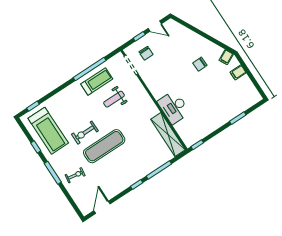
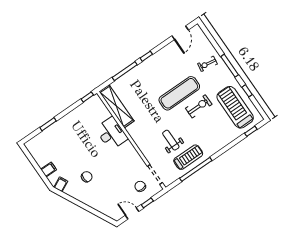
treadmill: (97, 81) -> (188, 157), turned 180
weight bench: (114, 99) -> (171, 140), turned -90

